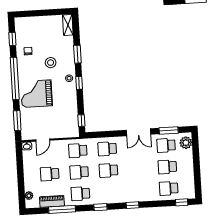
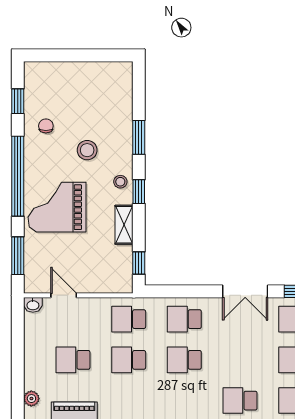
shelving: (68, 25) -> (124, 225), moved
door: (43, 140) -> (64, 295), swing flipped
school desk: (80, 194) -> (240, 401), moved

